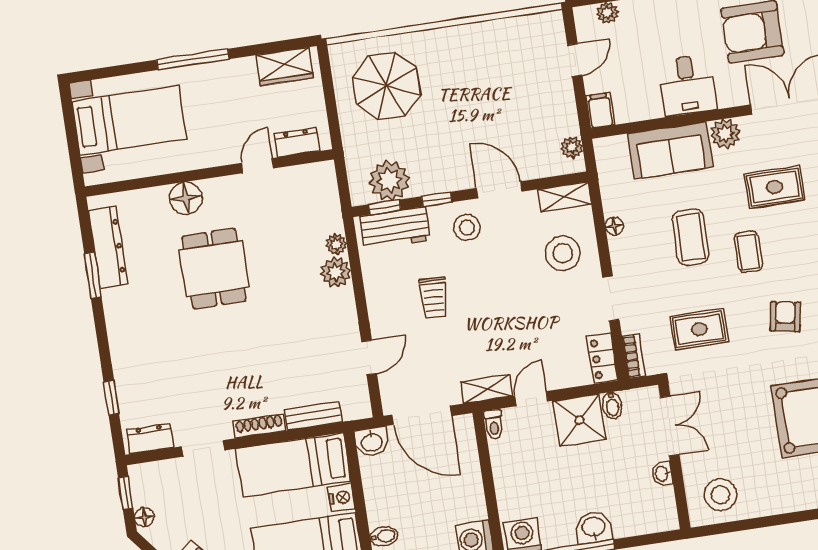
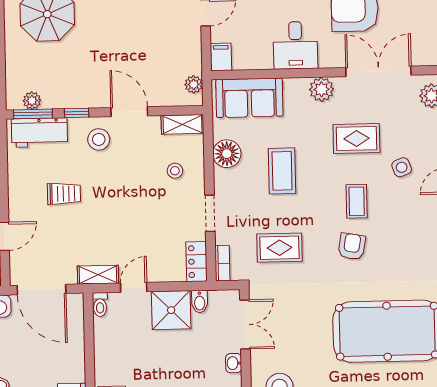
sofa: (670, 150) -> (249, 98), moved
plant: (389, 181) -> (32, 101), width x0.53, depth x0.53
window: (385, 207) -> (33, 114), width x1.50
floor lamp: (614, 226) -> (227, 154), width x1.89, depth x1.89
coffee table: (748, 252) -> (357, 201), moved
stool: (563, 253) -> (175, 171), width x0.53, depth x0.53
trolley: (434, 298) -> (64, 194), turned -93

